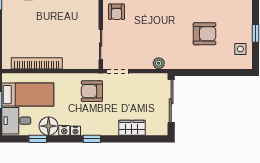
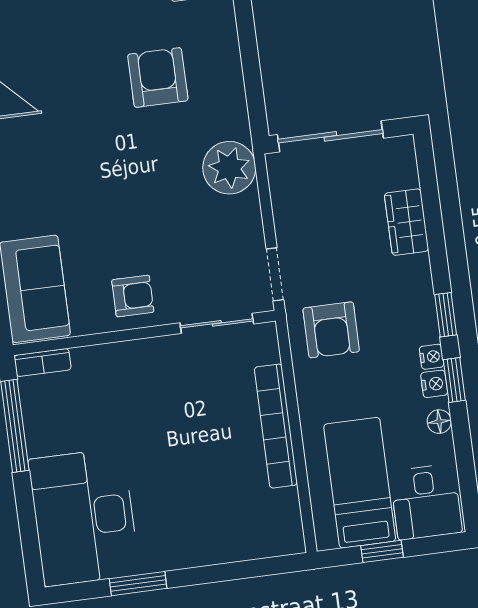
bookcase: (37, 63) -> (276, 426), moved
plant: (159, 63) -> (229, 168), width x1.88, depth x1.88
floor lamp: (49, 126) -> (439, 422), width x0.53, depth x0.53
window: (38, 139) -> (454, 380), moved

